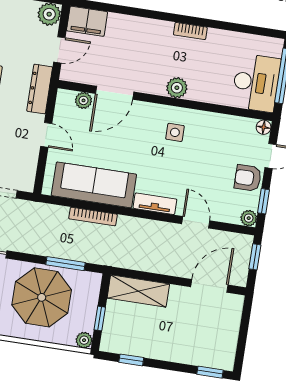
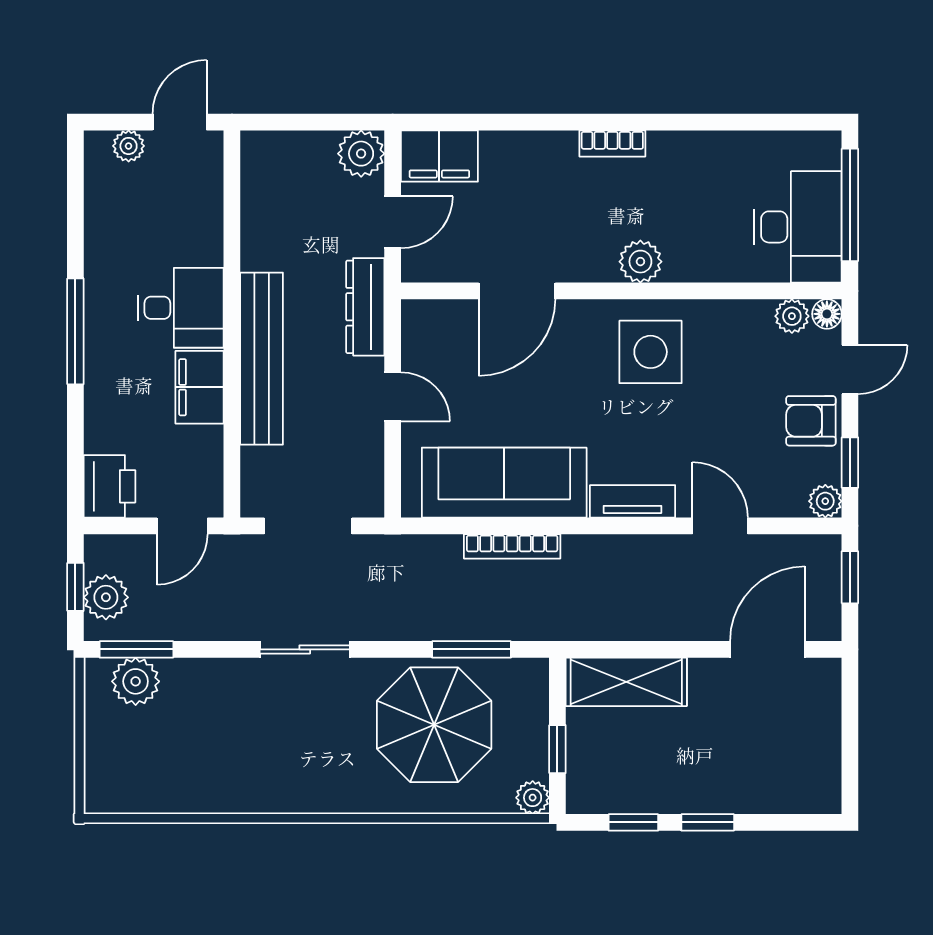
bookcase: (190, 31) -> (612, 143), moved
plant: (83, 100) -> (792, 316), moved
side table: (175, 132) -> (651, 352), width x1.87, depth x1.87
window: (210, 372) -> (708, 822), moved

